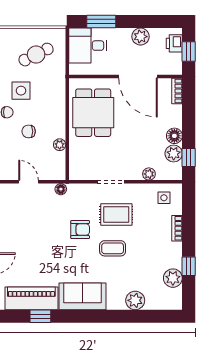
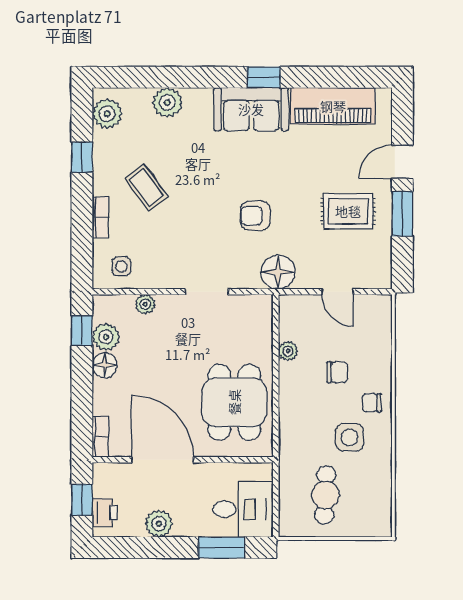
cafe table: (36, 55) -> (325, 495), turned -61
floor lamp: (61, 189) -> (278, 272), width x1.89, depth x1.89
rug: (116, 214) -> (348, 211), moved
coffee table: (113, 248) -> (146, 187), moved, turned 53
plant: (173, 278) -> (107, 114), moved
window: (40, 316) -> (264, 77), moved

